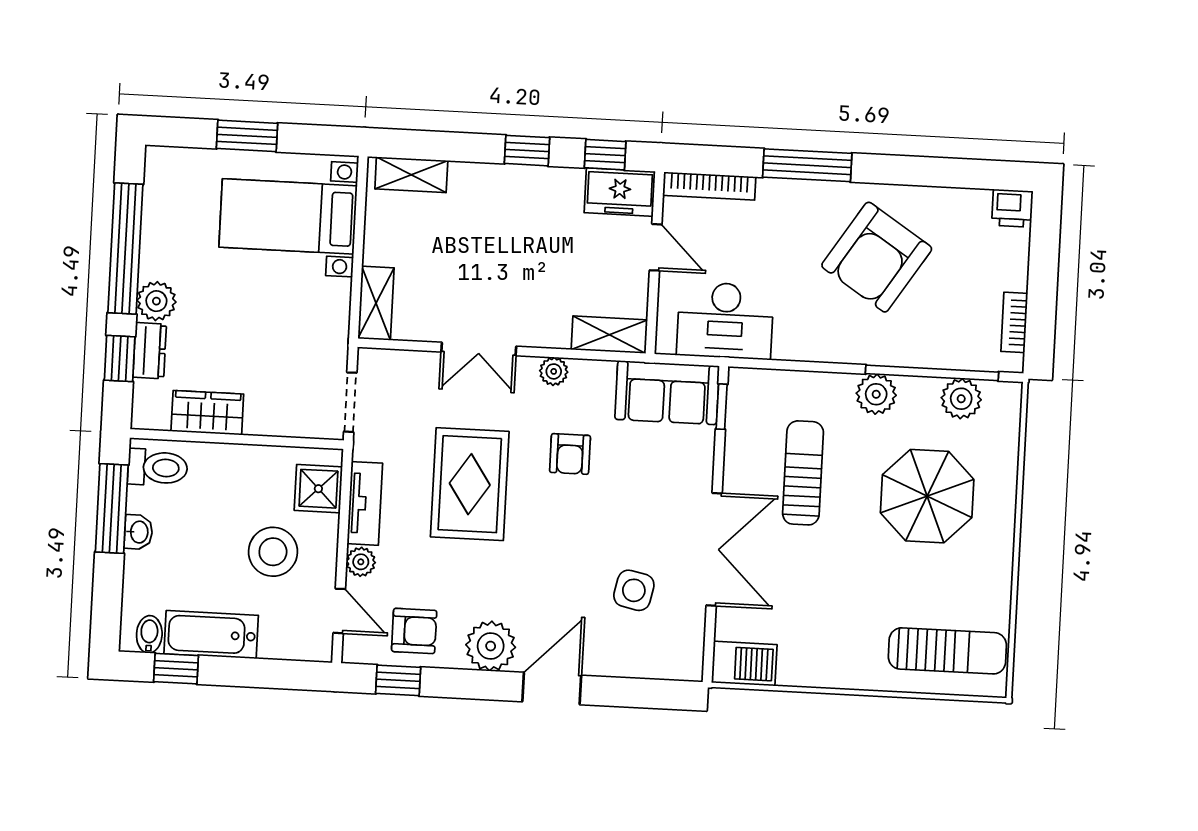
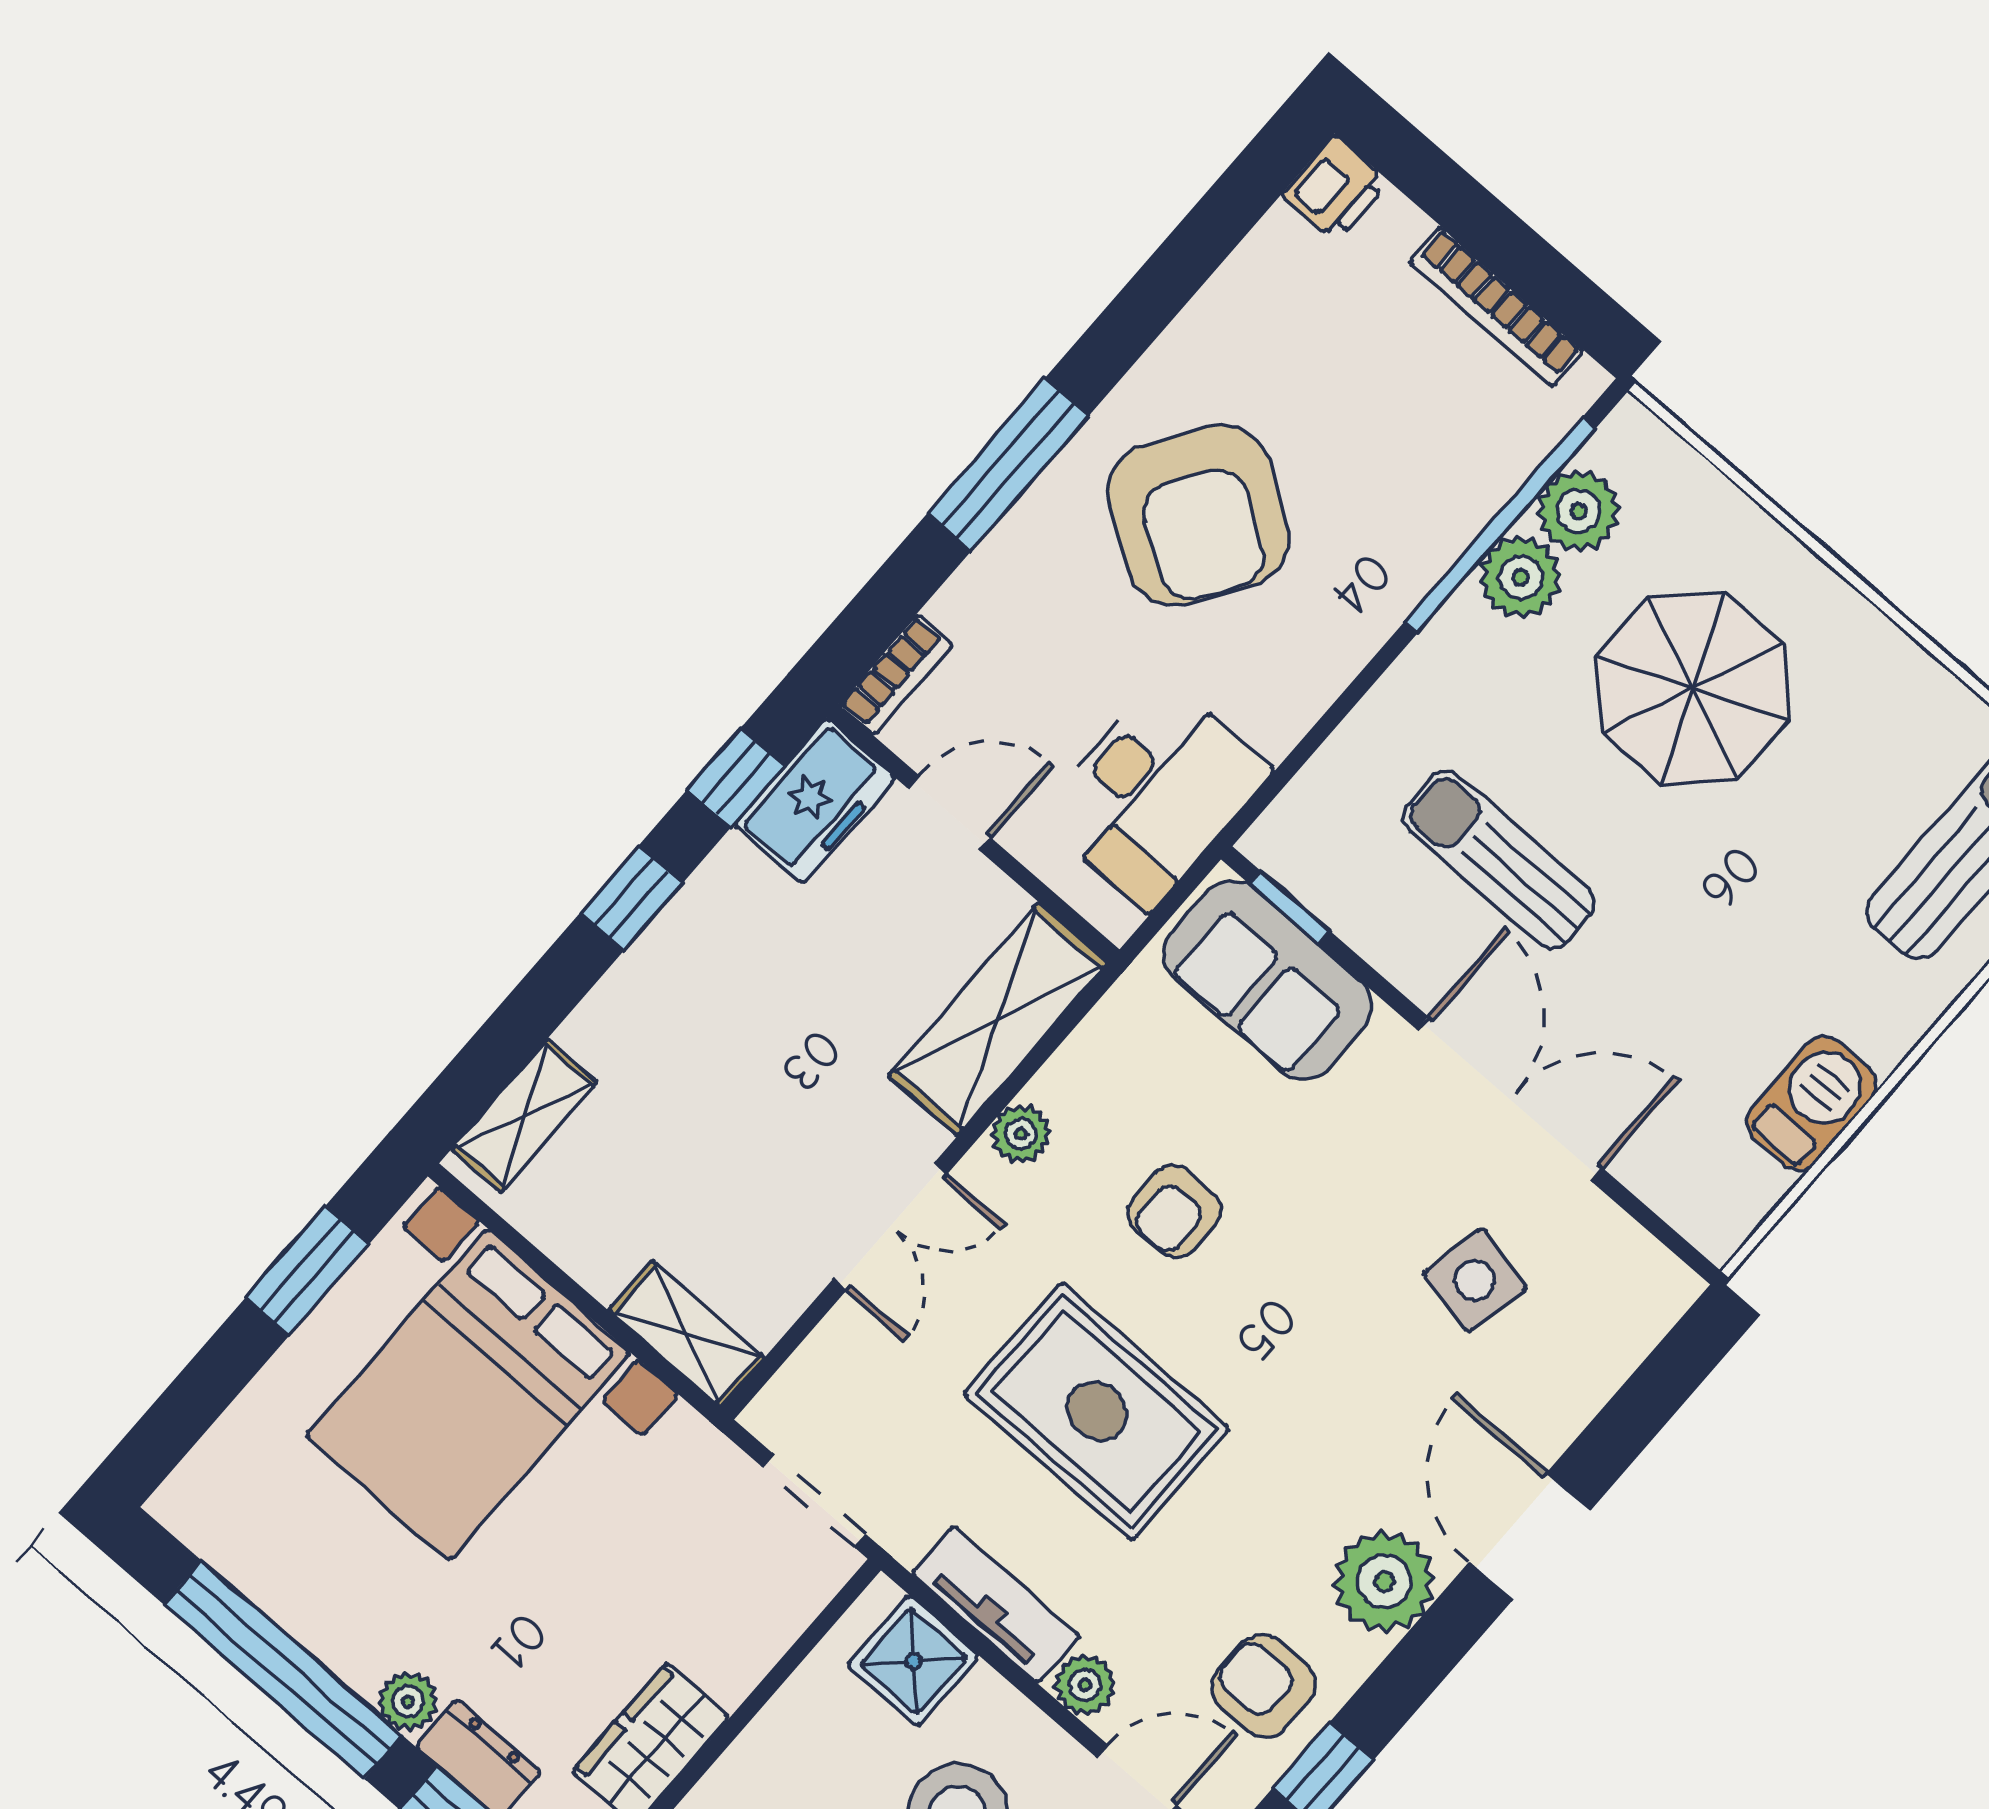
window: (247, 136) -> (307, 1271), moved
bookcase: (709, 186) -> (896, 675), width x0.64
bed with nightstands: (288, 216) -> (468, 1394), width x1.36
armchair: (877, 257) -> (1198, 515), moved
plant: (156, 301) -> (408, 1701), width x0.73, depth x0.73
bookcase: (1014, 322) -> (1496, 307), width x1.56
shelving: (609, 335) -> (998, 1019), width x1.50, depth x1.33
sofa: (667, 393) -> (1268, 980), moved, turned 90
plant: (876, 394) -> (1521, 577), moved
armchair: (570, 454) -> (1175, 1211), turned 90
armchair: (414, 631) -> (1264, 1686), turned -90
barbecue: (744, 664) -> (1811, 1103), moved

